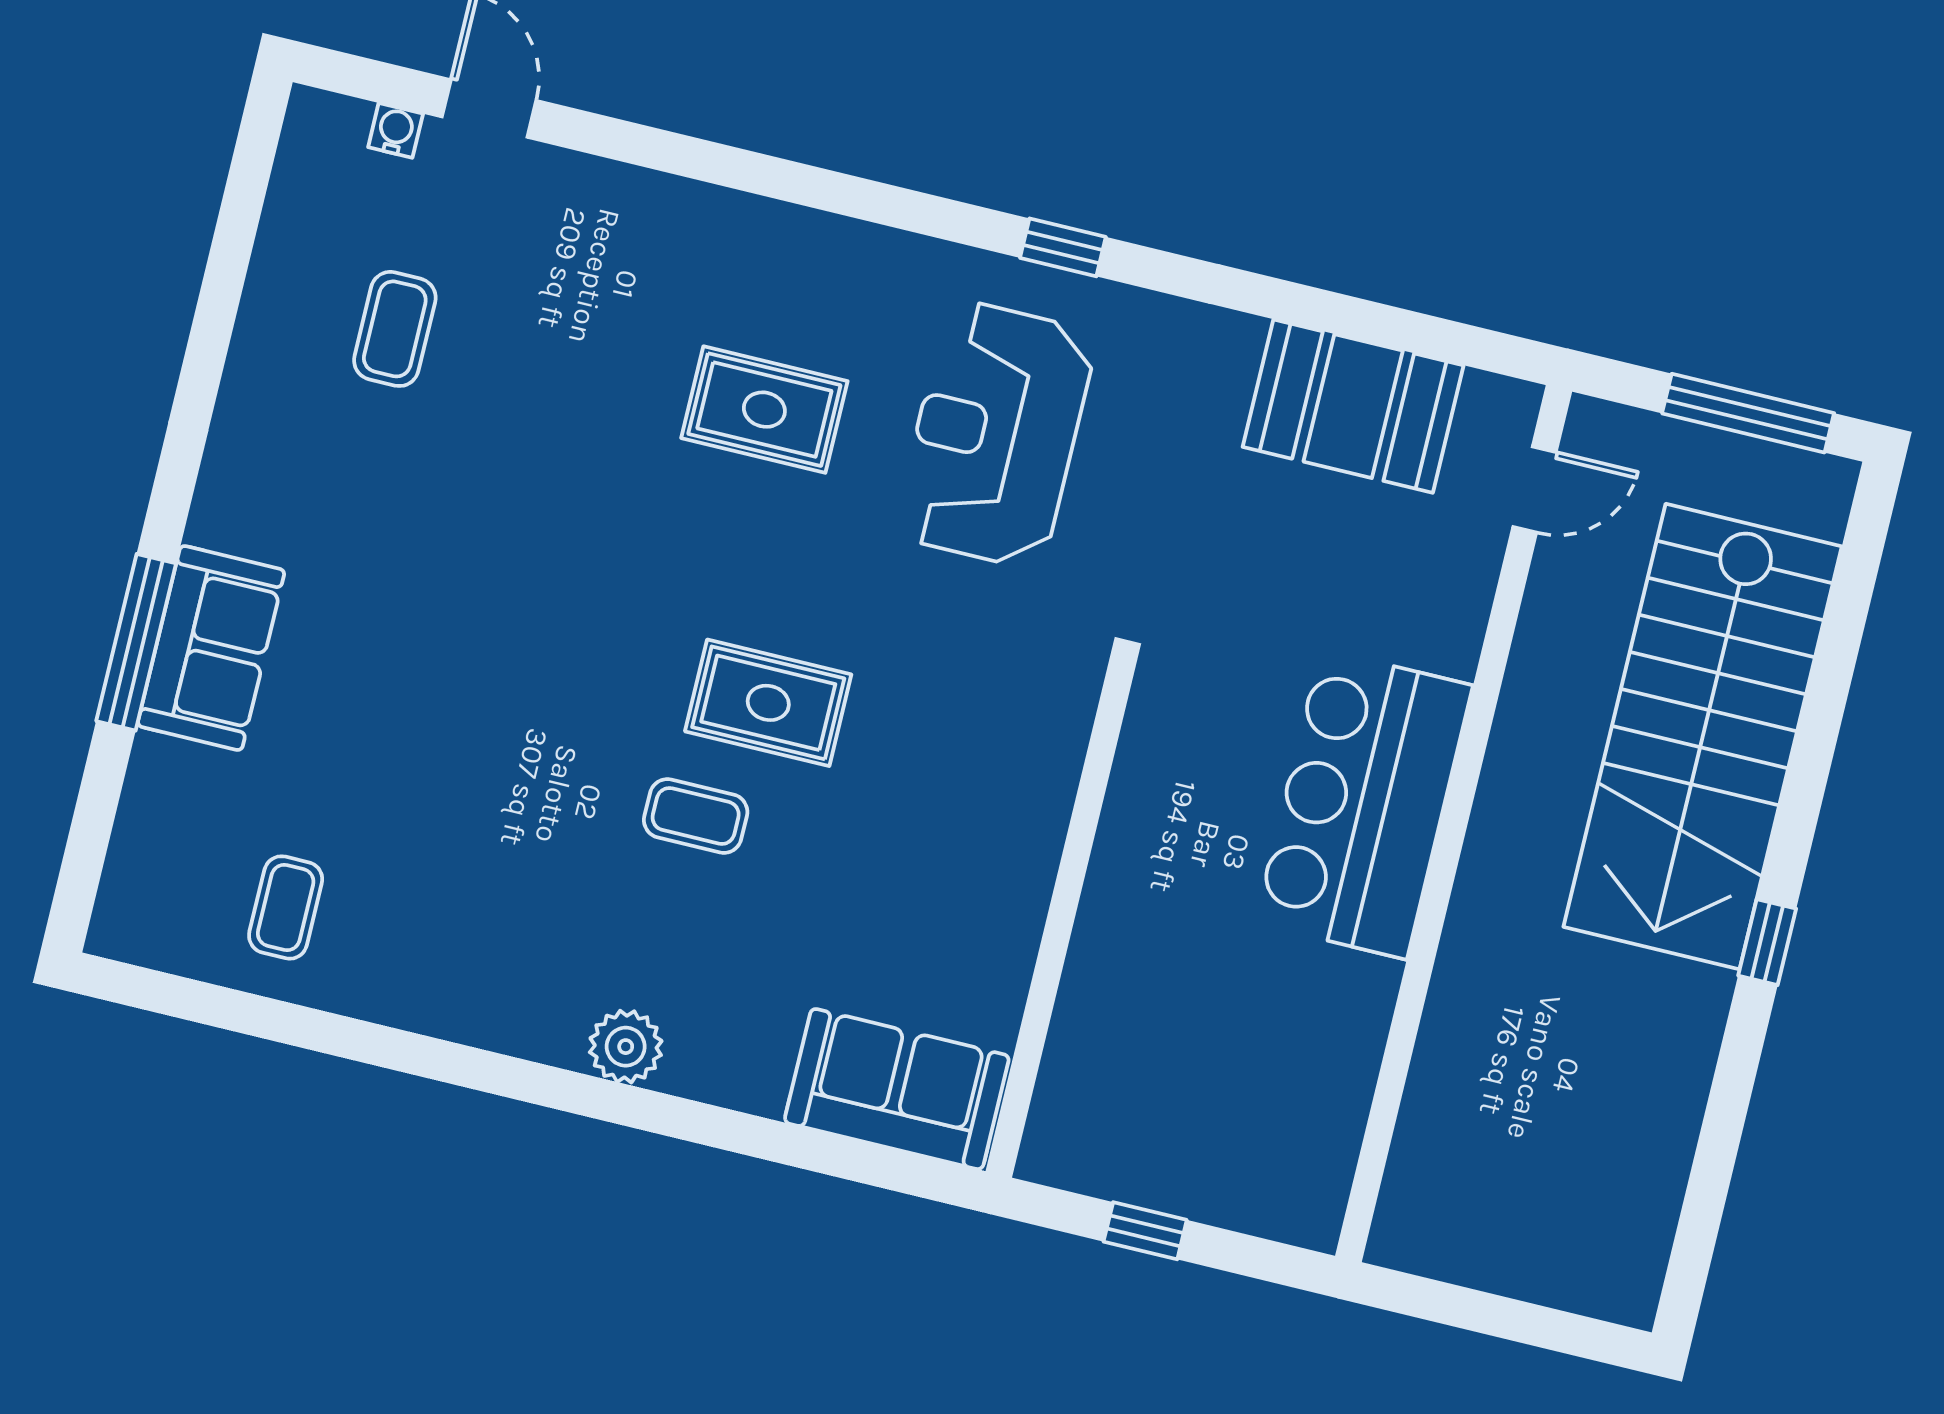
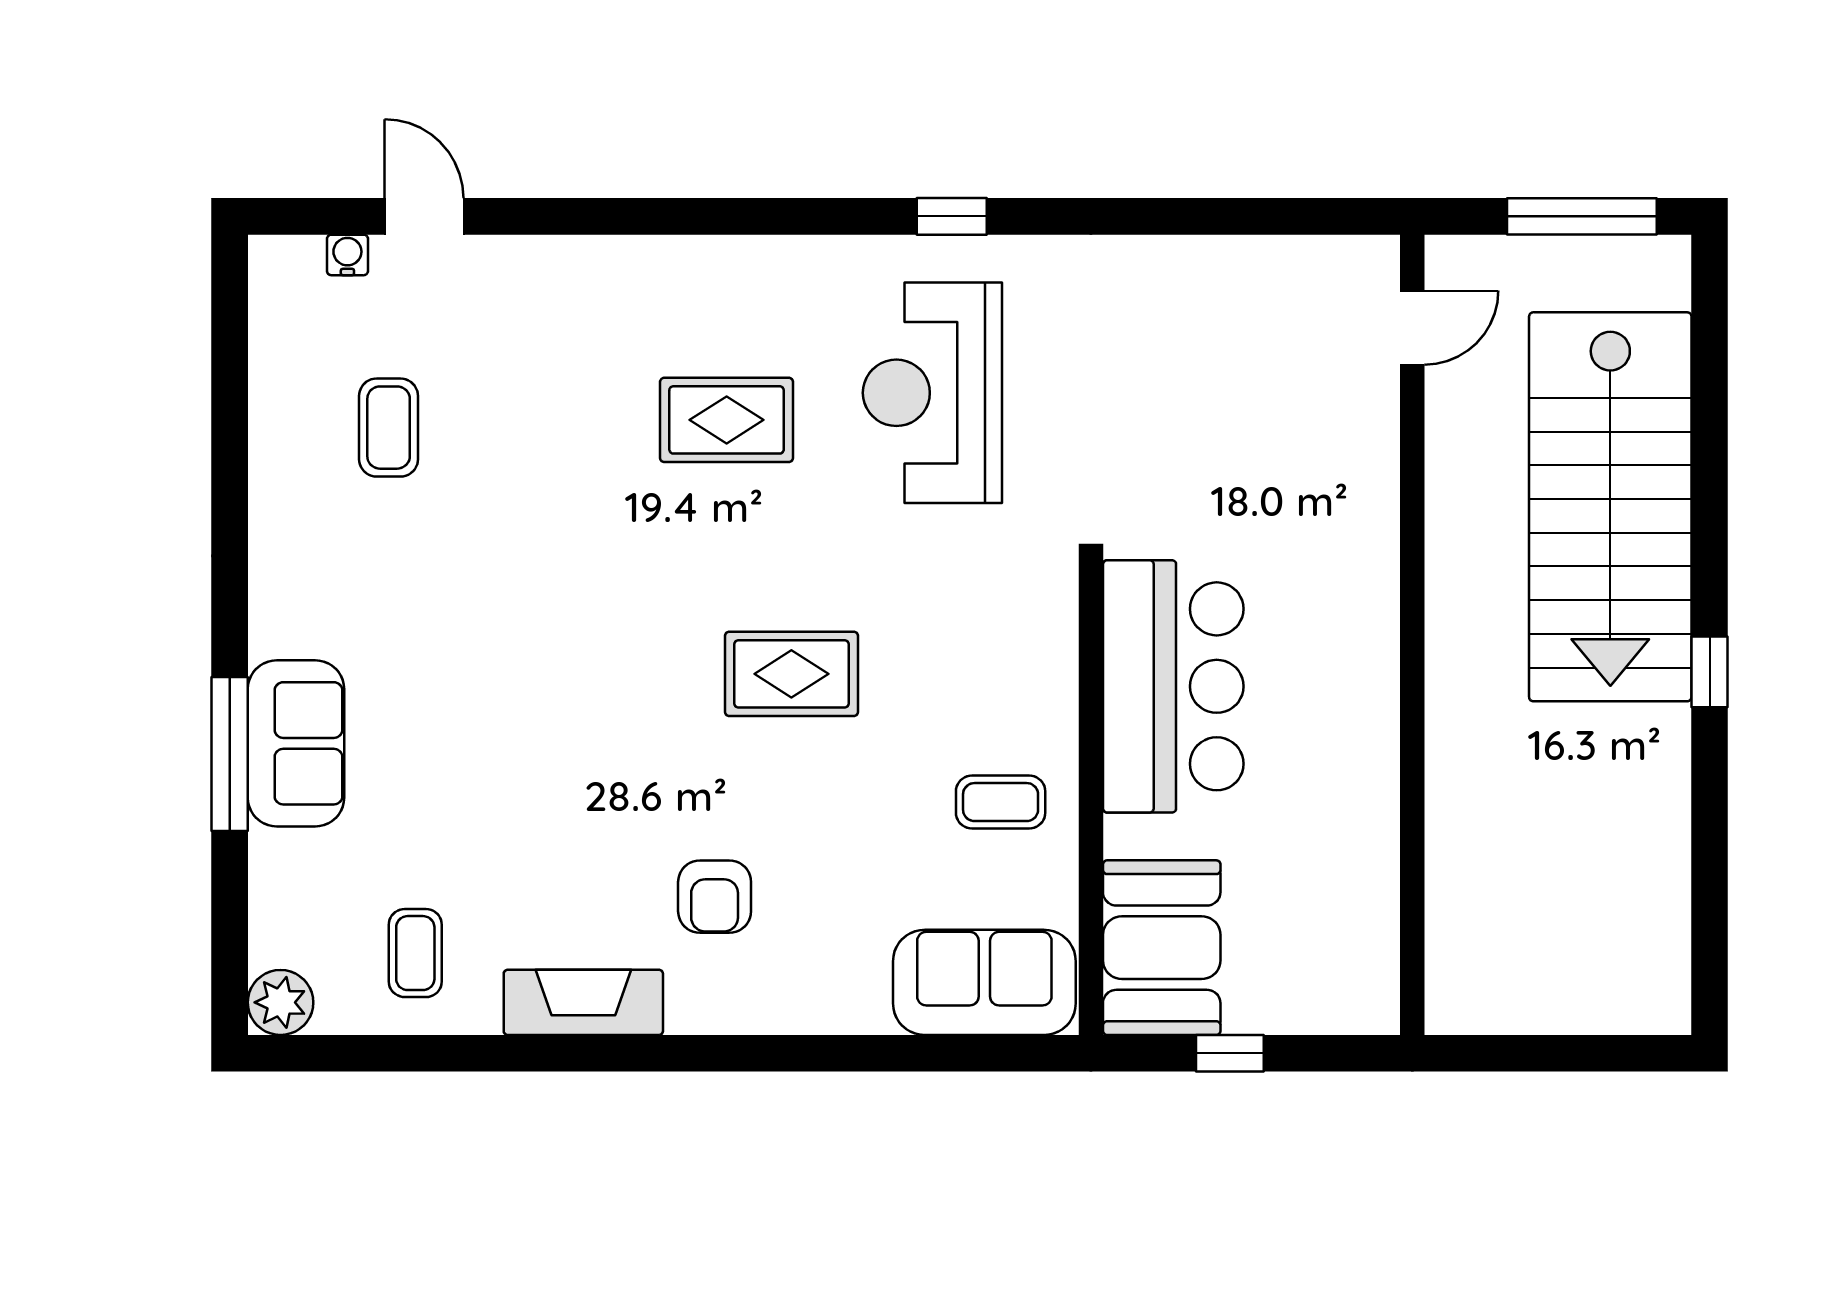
booth: (1353, 406) -> (1162, 948), moved, turned 90
bar counter: (1364, 804) -> (1173, 686), moved, turned 180
coffee table: (696, 816) -> (1001, 802), moved
armchair: (626, 925) -> (715, 897), added
fireplace: (455, 1005) -> (583, 1002), added
plant: (626, 1047) -> (281, 1002), moved

